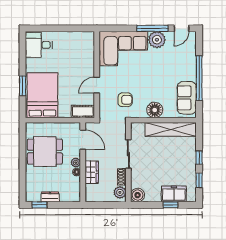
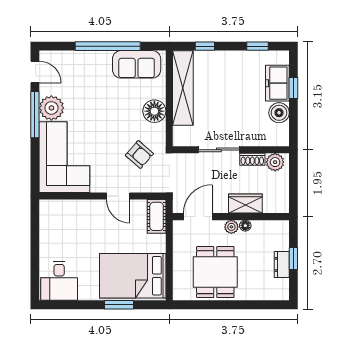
armchair: (125, 100) -> (139, 155), turned 131
window: (199, 158) -> (205, 46), moved
boiler: (138, 195) -> (279, 113), moved
window: (40, 205) -> (293, 258), moved

